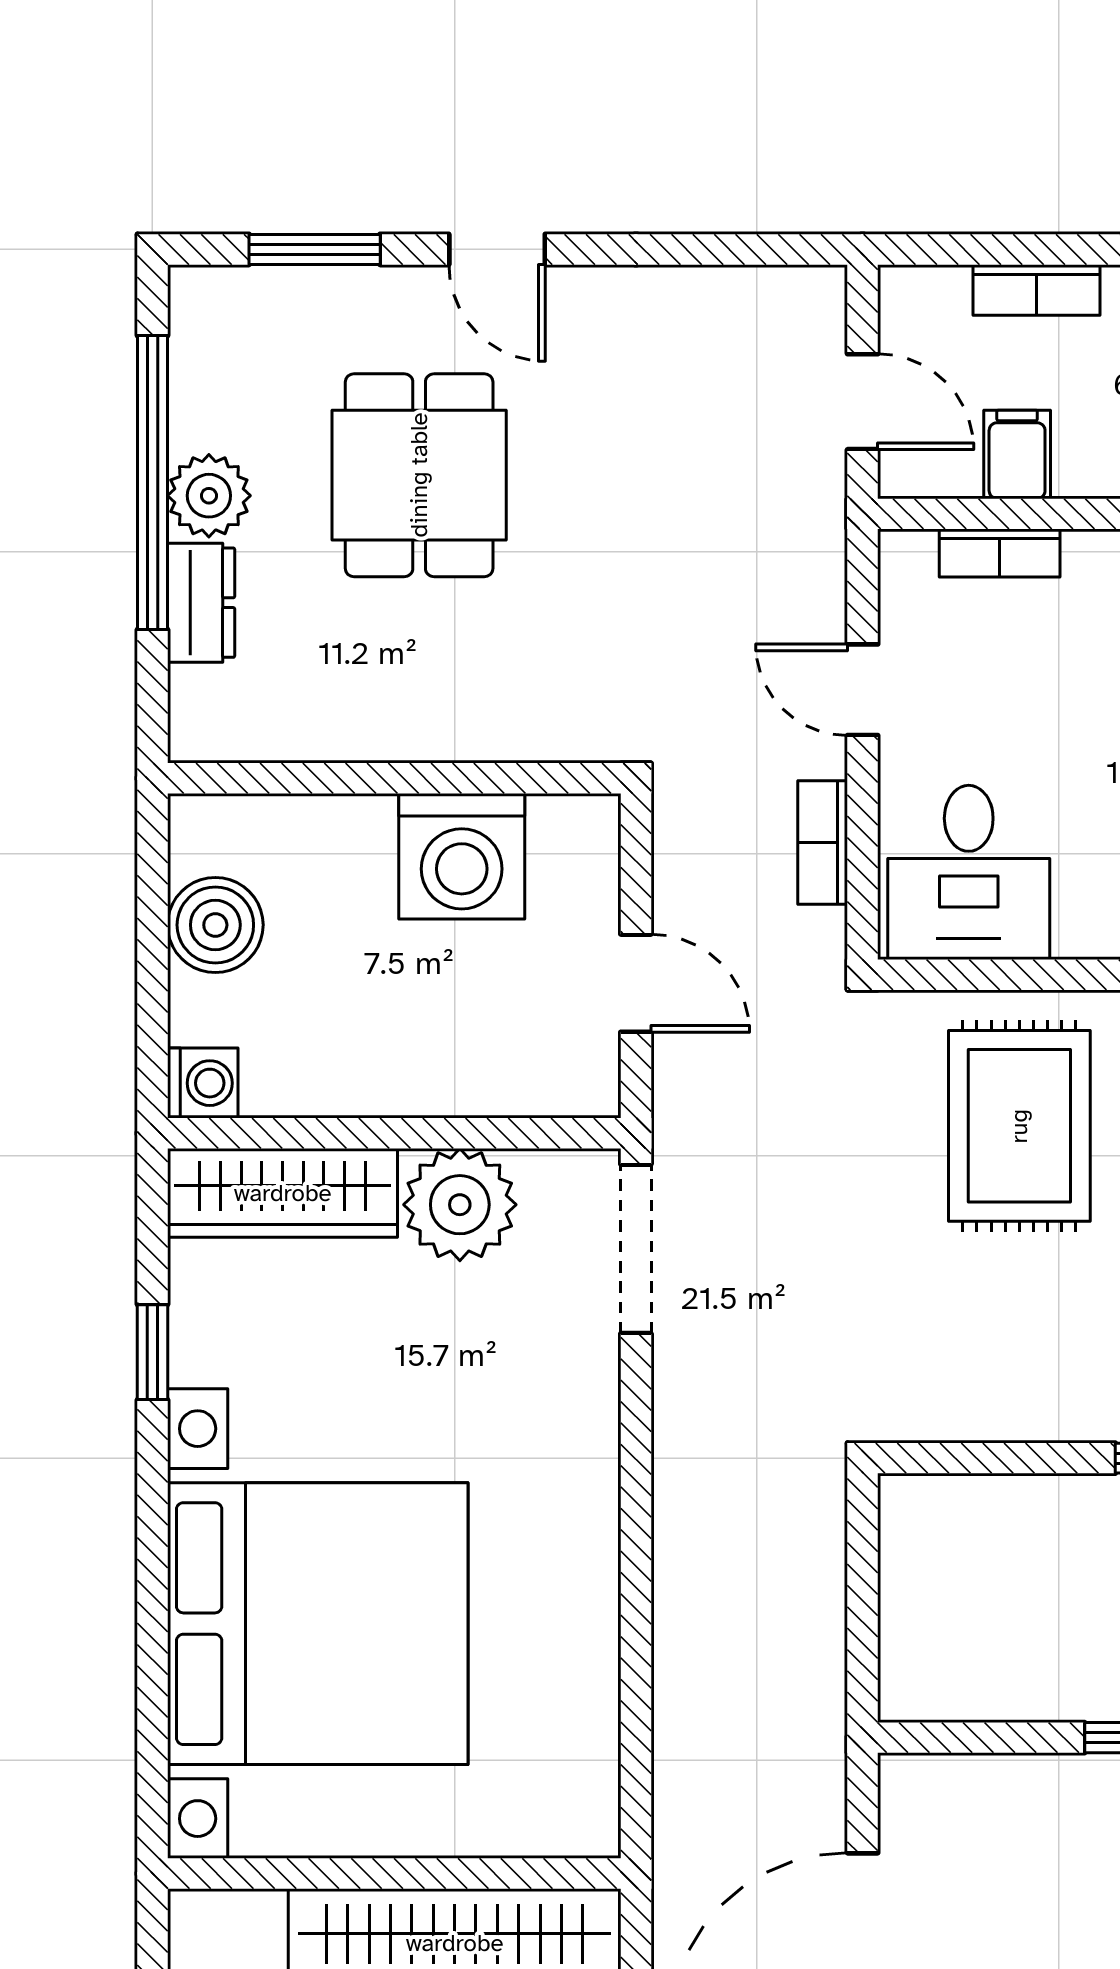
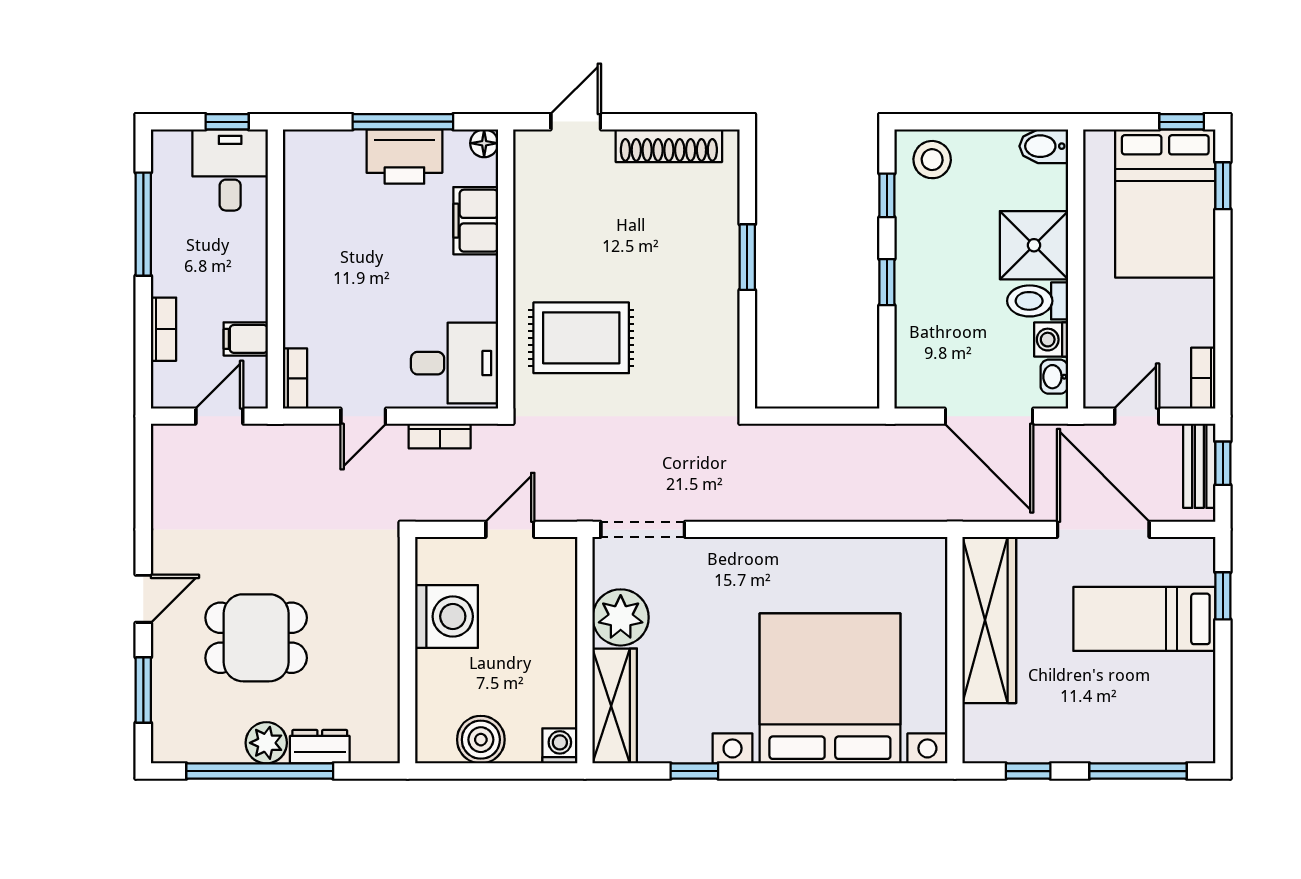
bookcase: (1000, 553) -> (295, 378), moved

